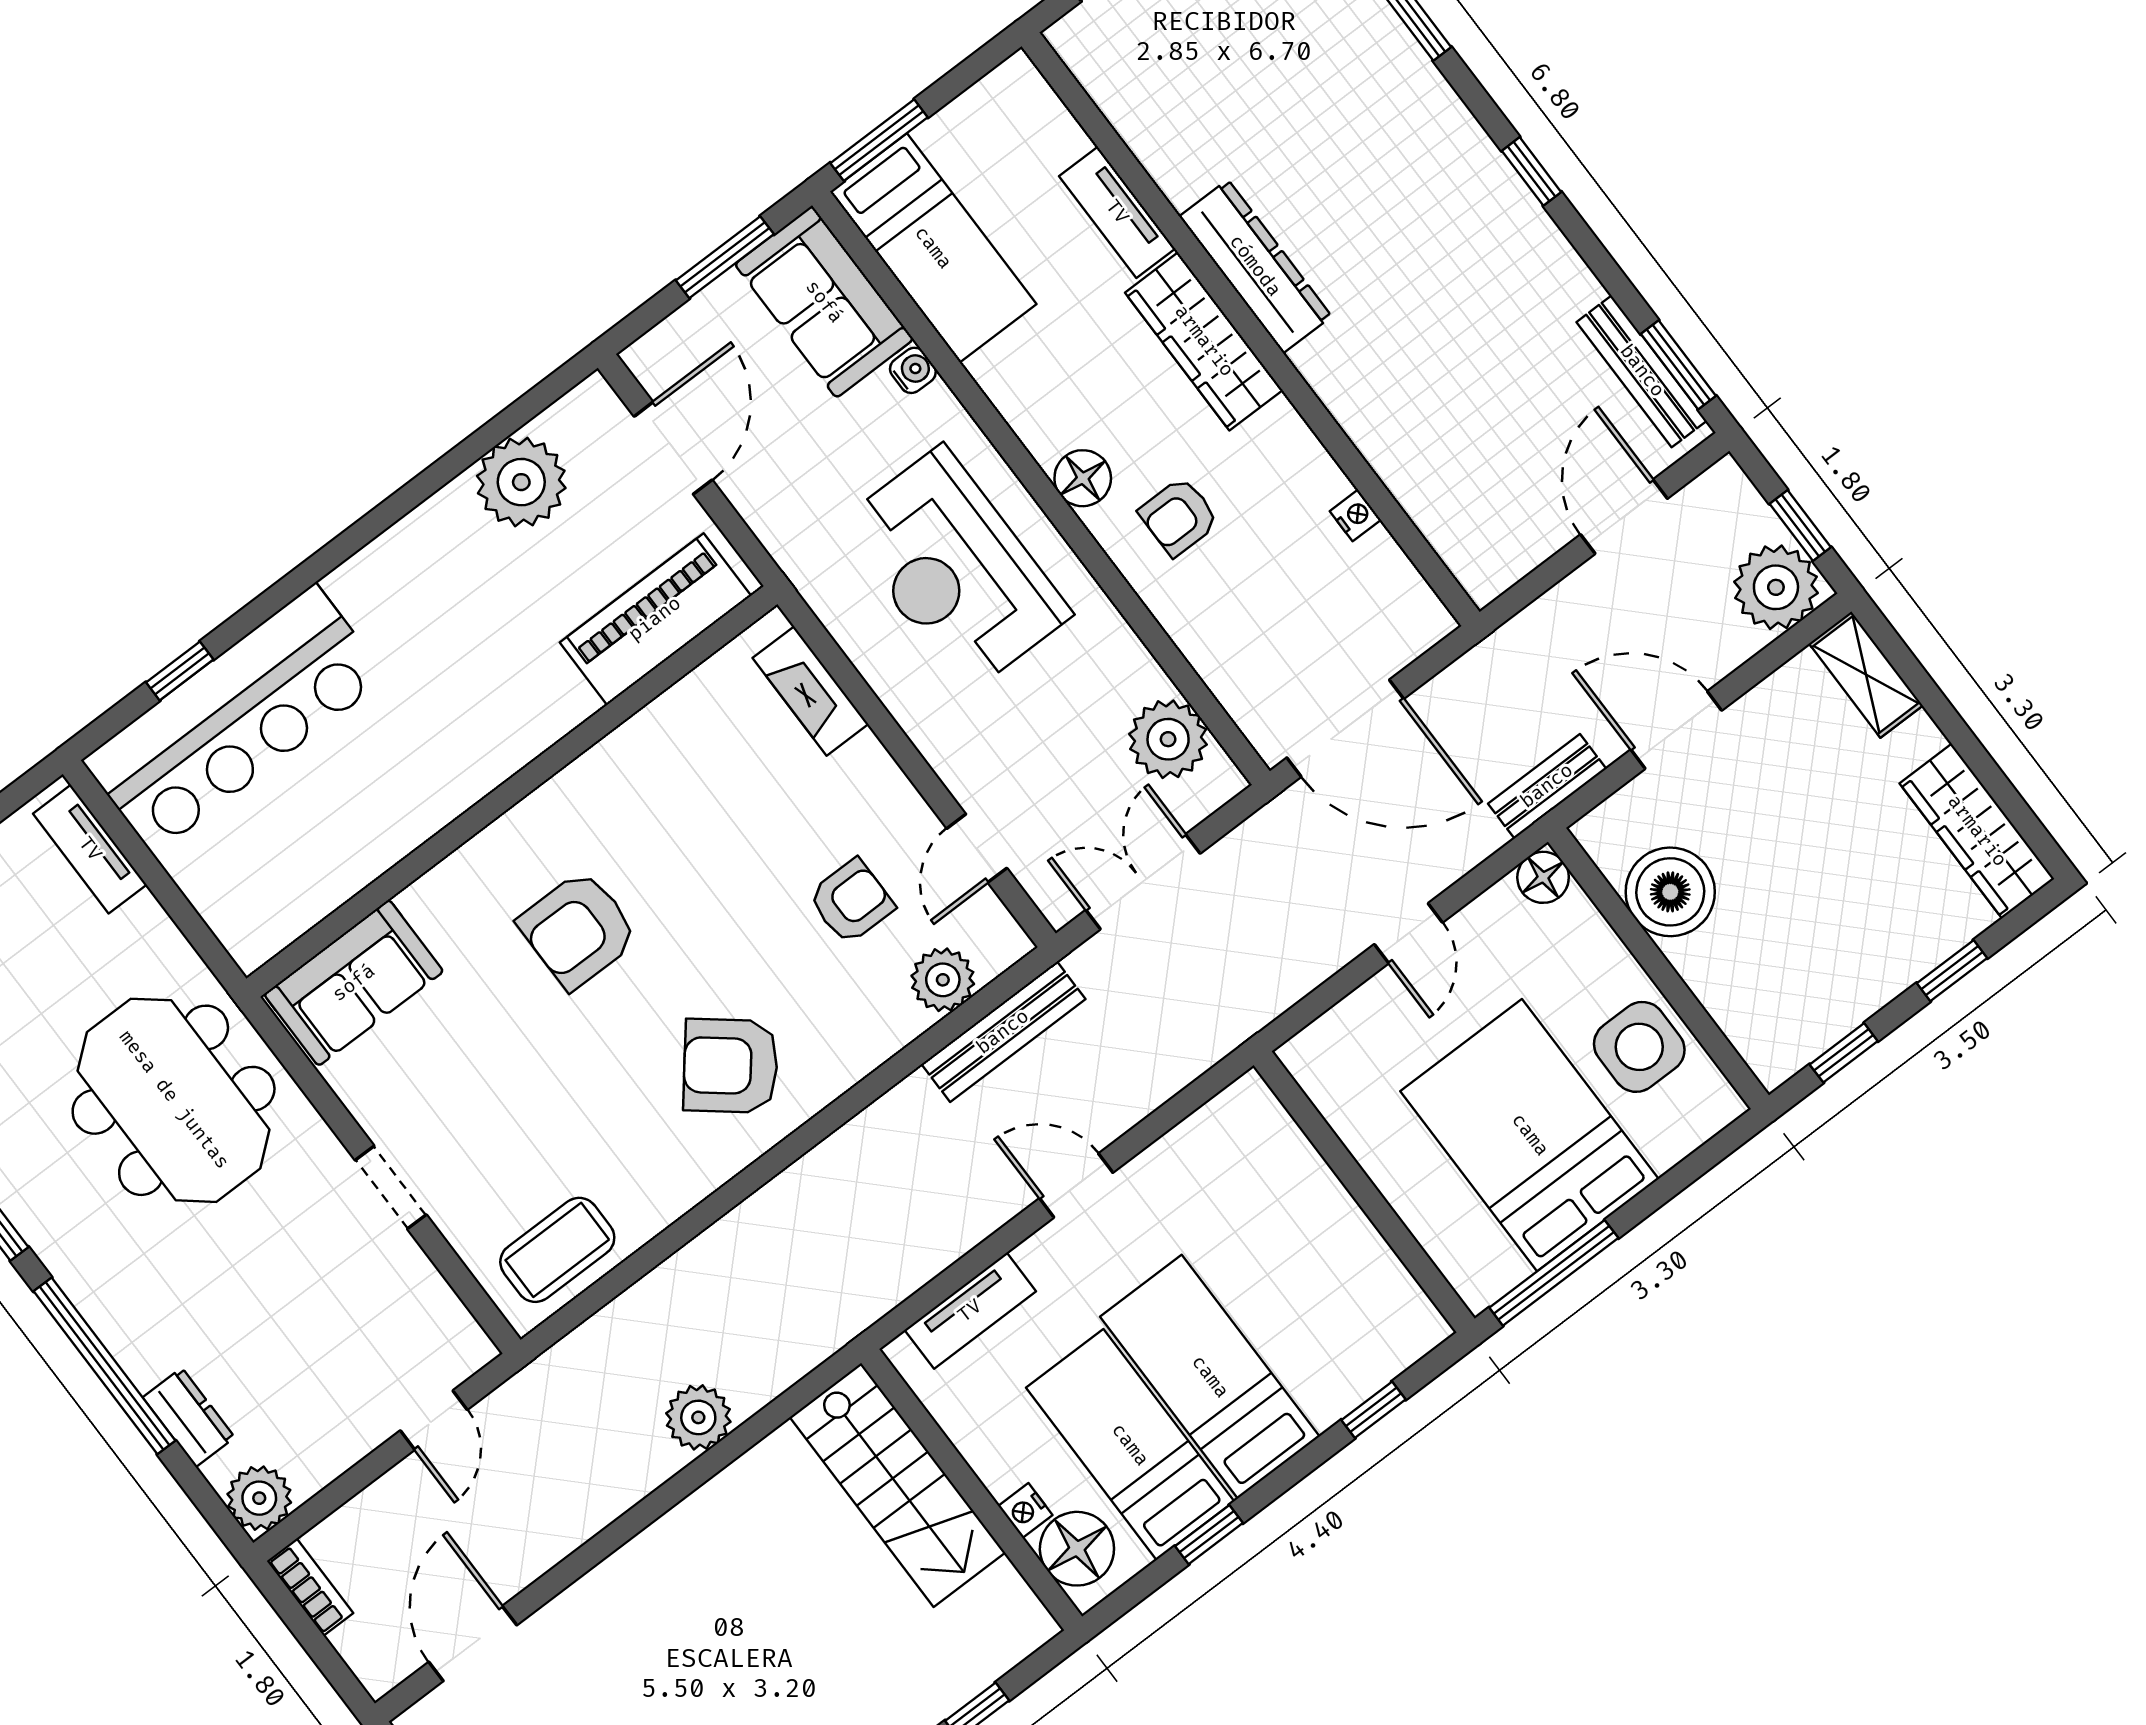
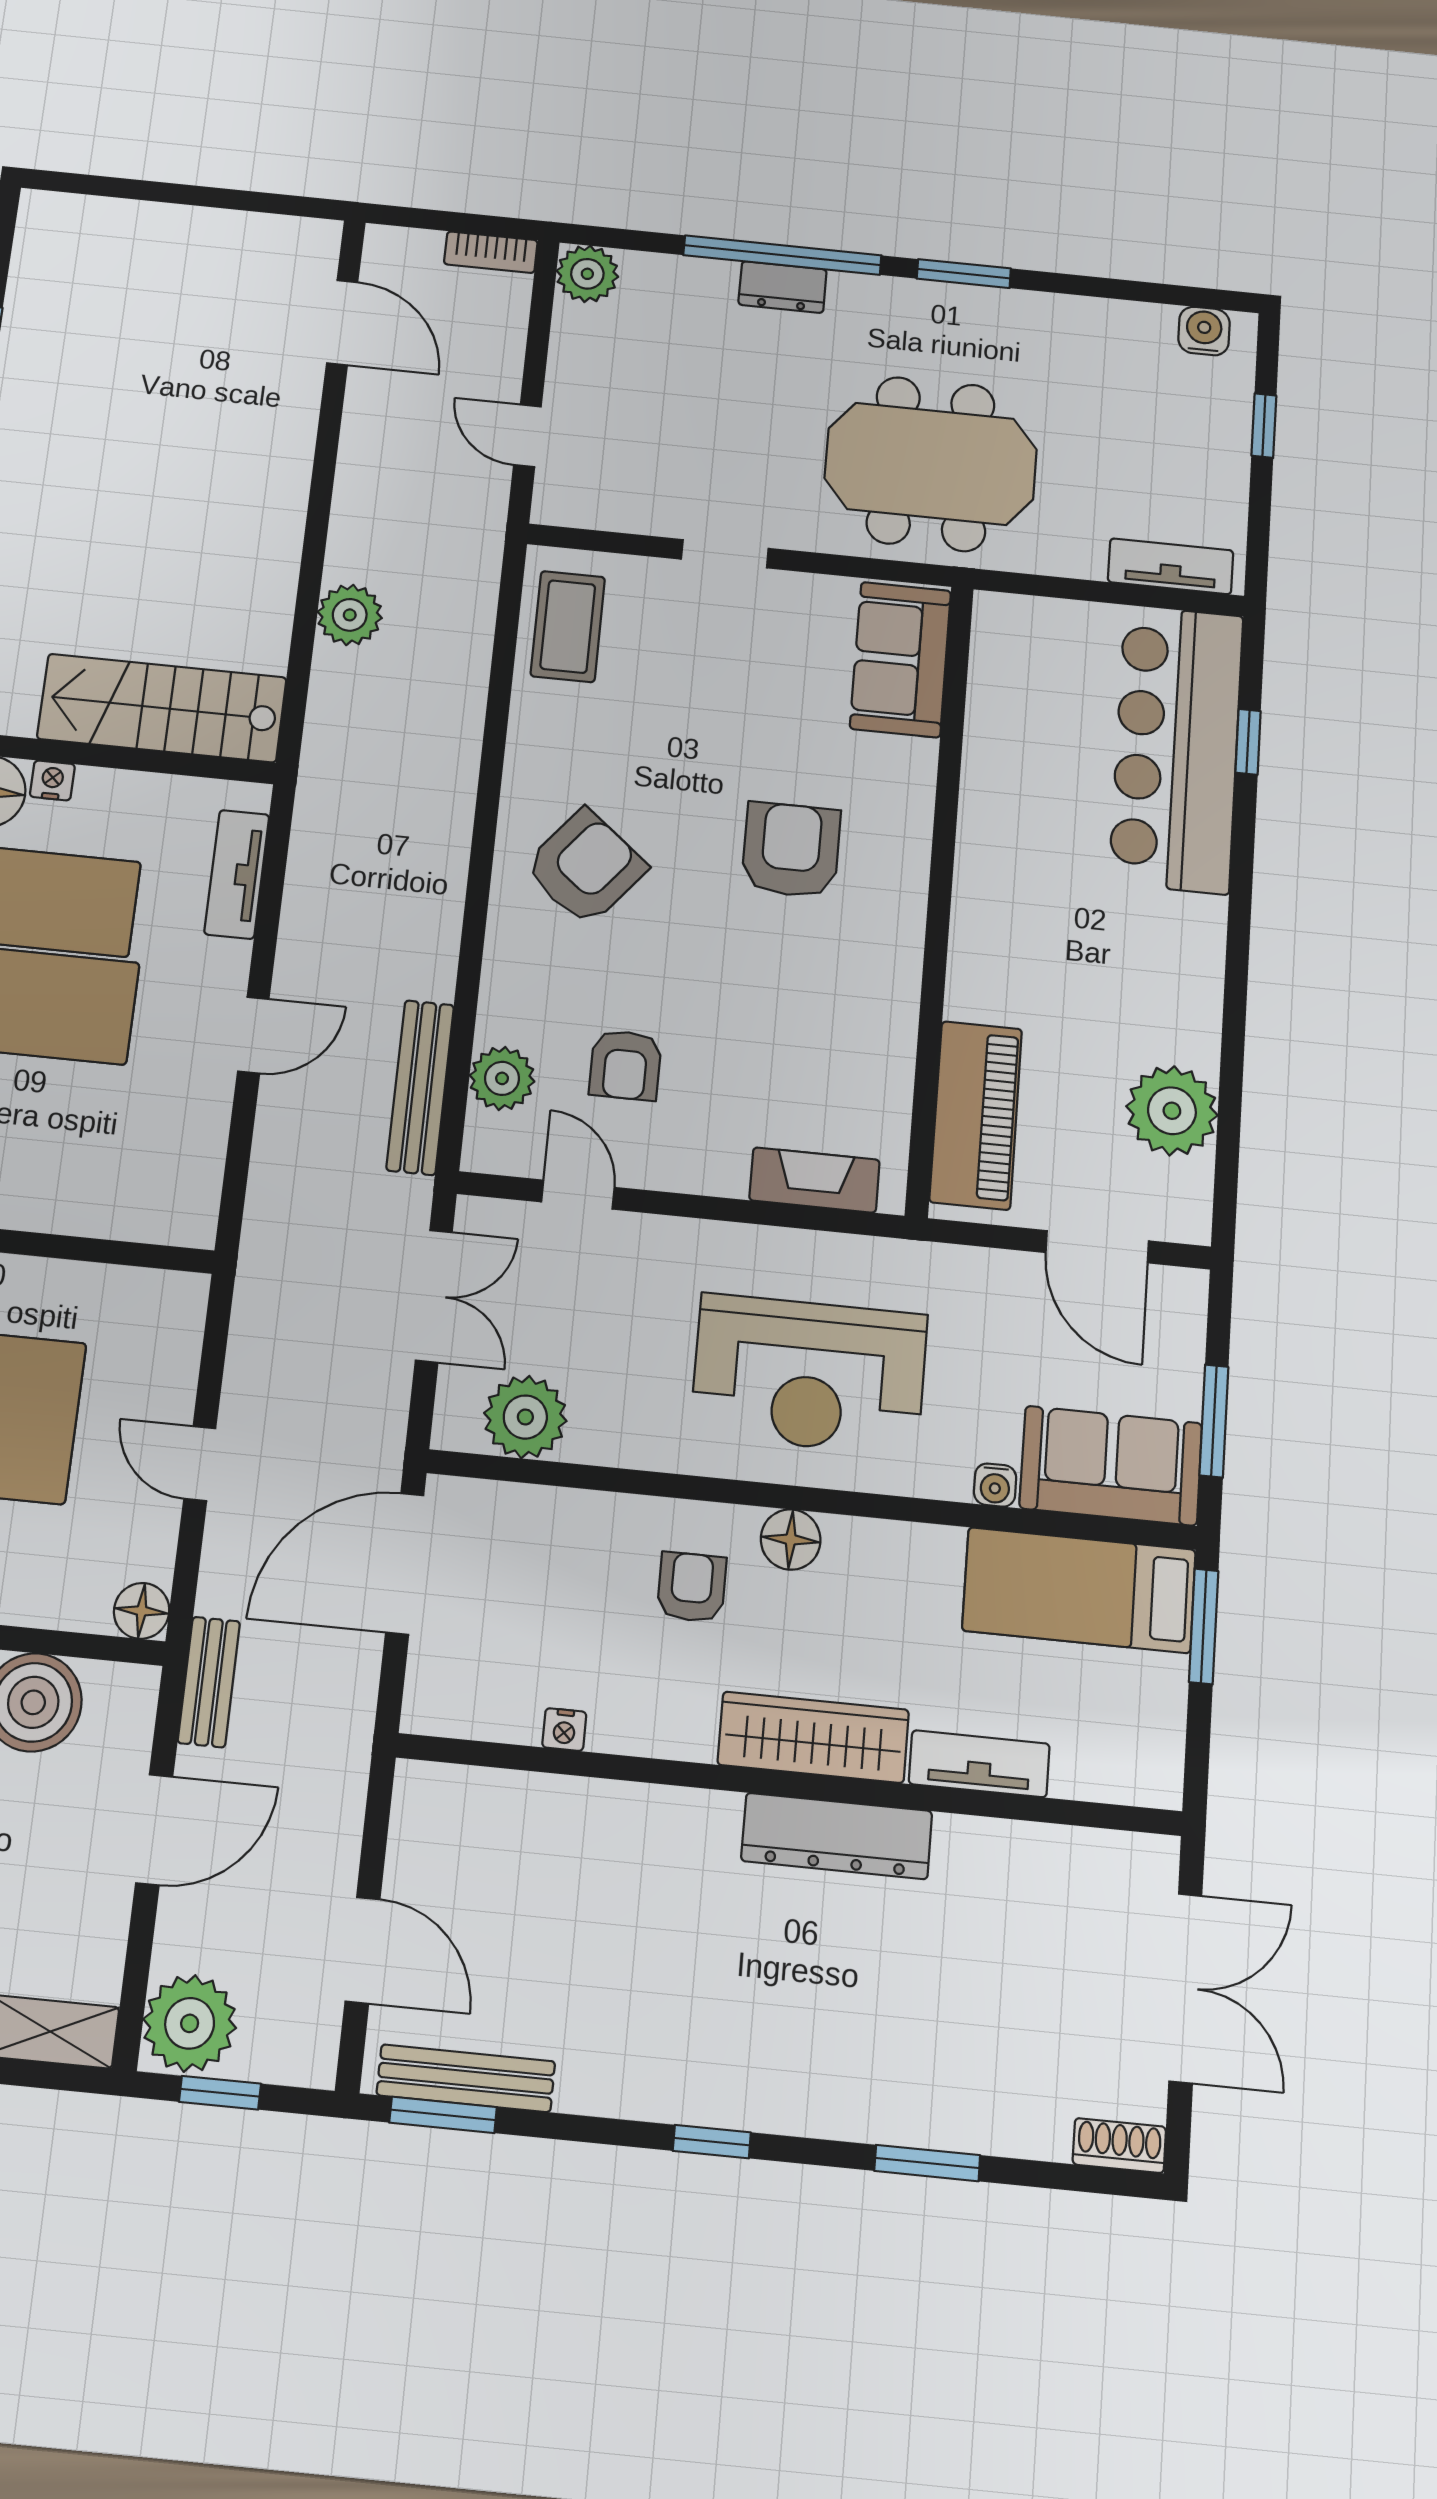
reception desk: (955, 569) -> (809, 1374), turned 180
dresser: (189, 1417) -> (783, 287), moved

